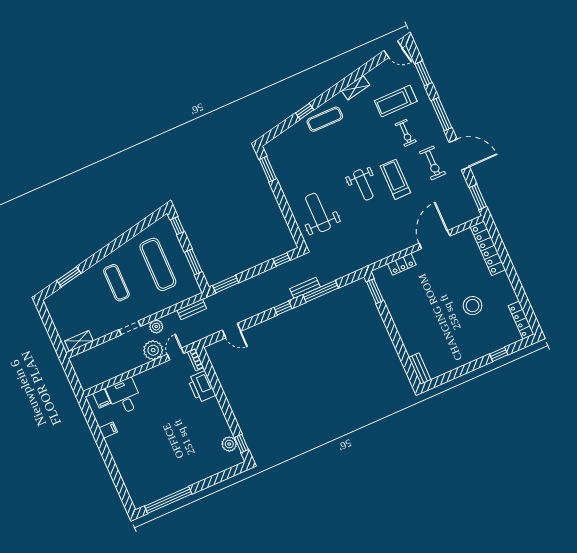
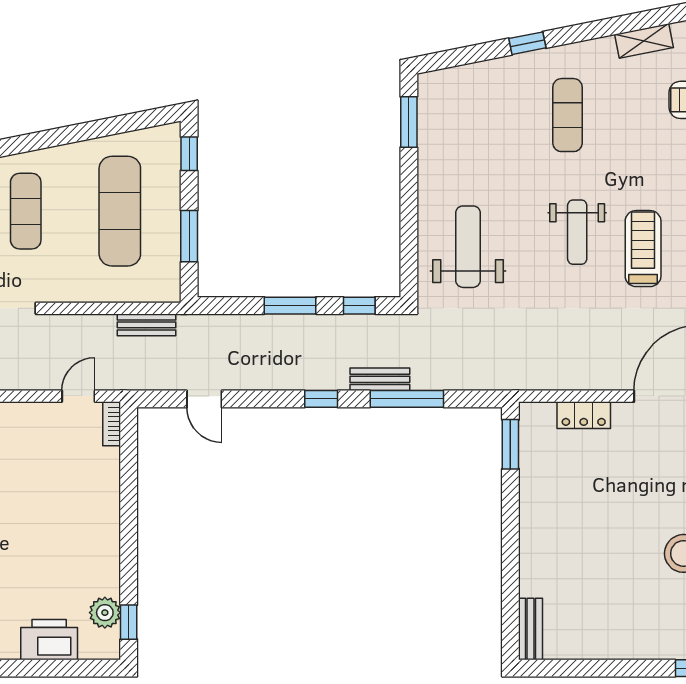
exercise mat: (325, 119) -> (567, 115), moved, turned 90
window: (226, 284) -> (290, 306), moved
plant: (156, 327) -> (64, 328), removed
plant: (153, 350) -> (39, 370), removed
printer: (202, 387) -> (49, 640), moved, turned 90

